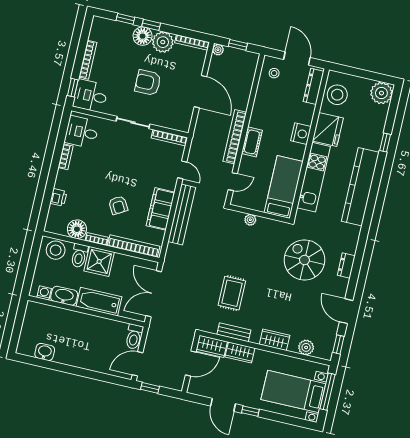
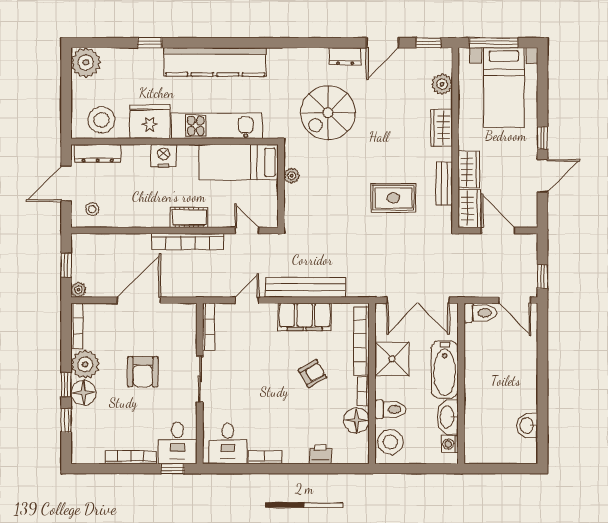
plant: (250, 220) -> (292, 176), moved
shower: (99, 261) -> (392, 359), moved
dresser: (346, 265) -> (345, 56), moved

